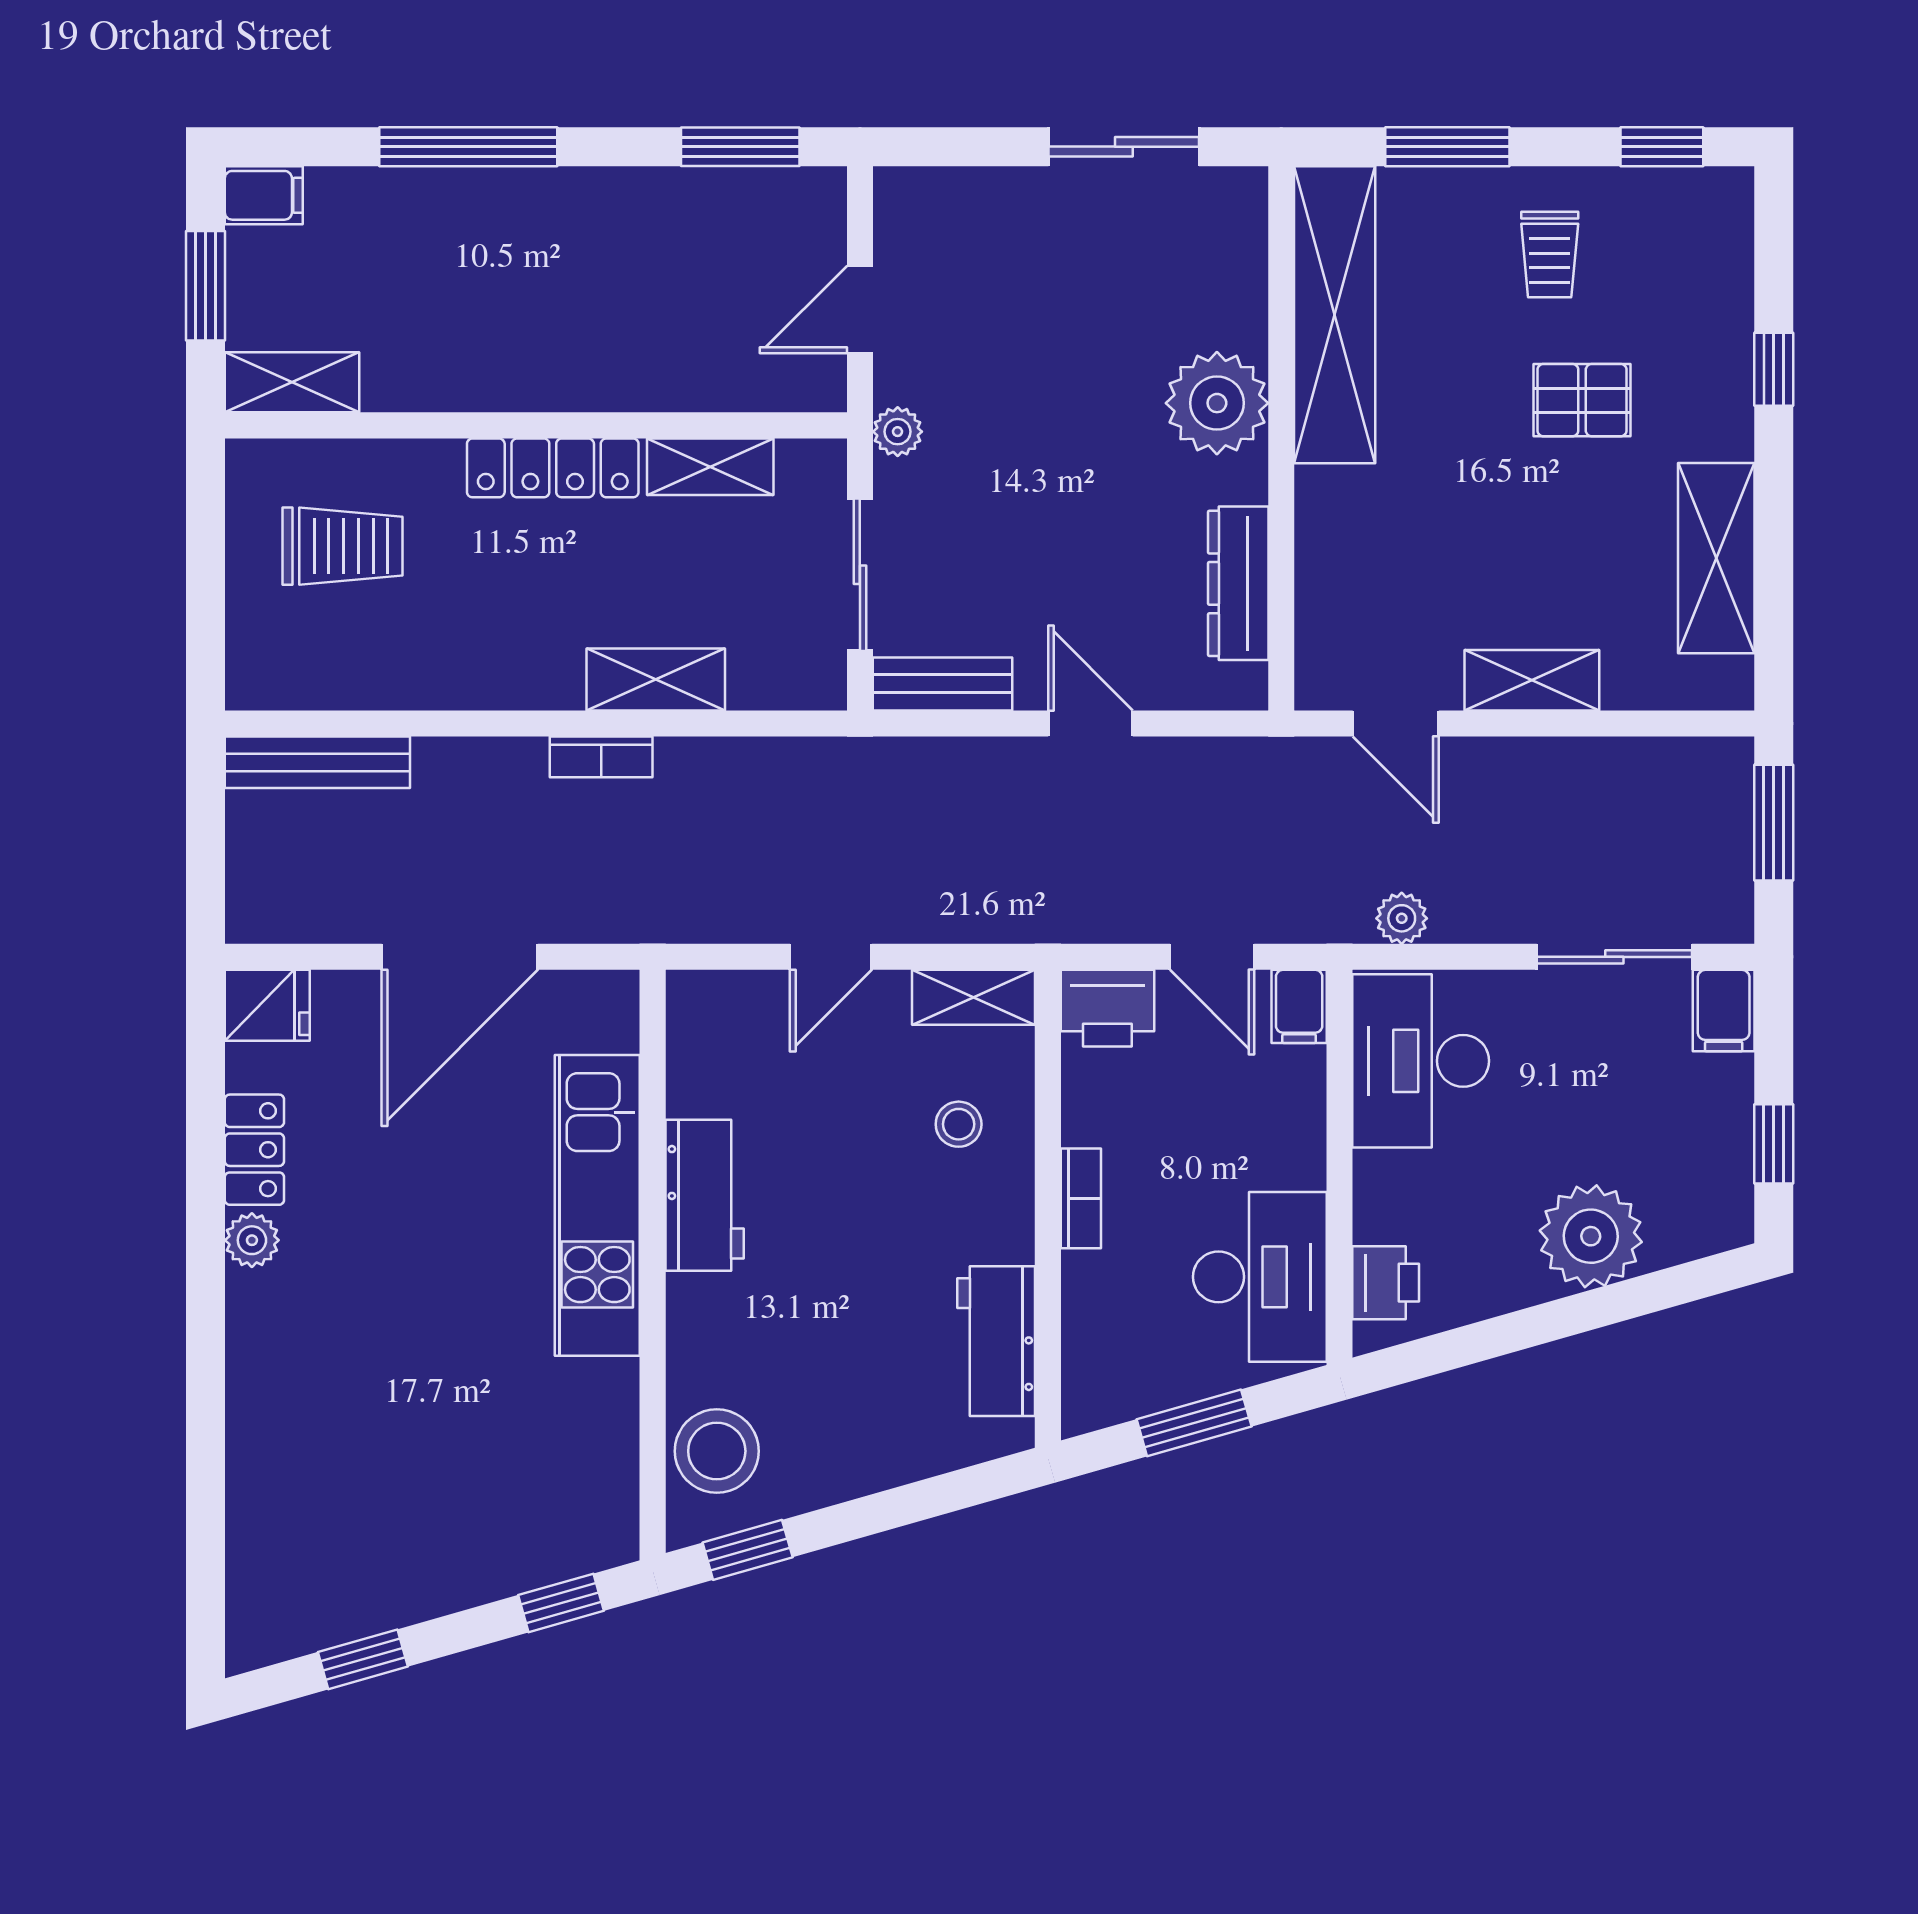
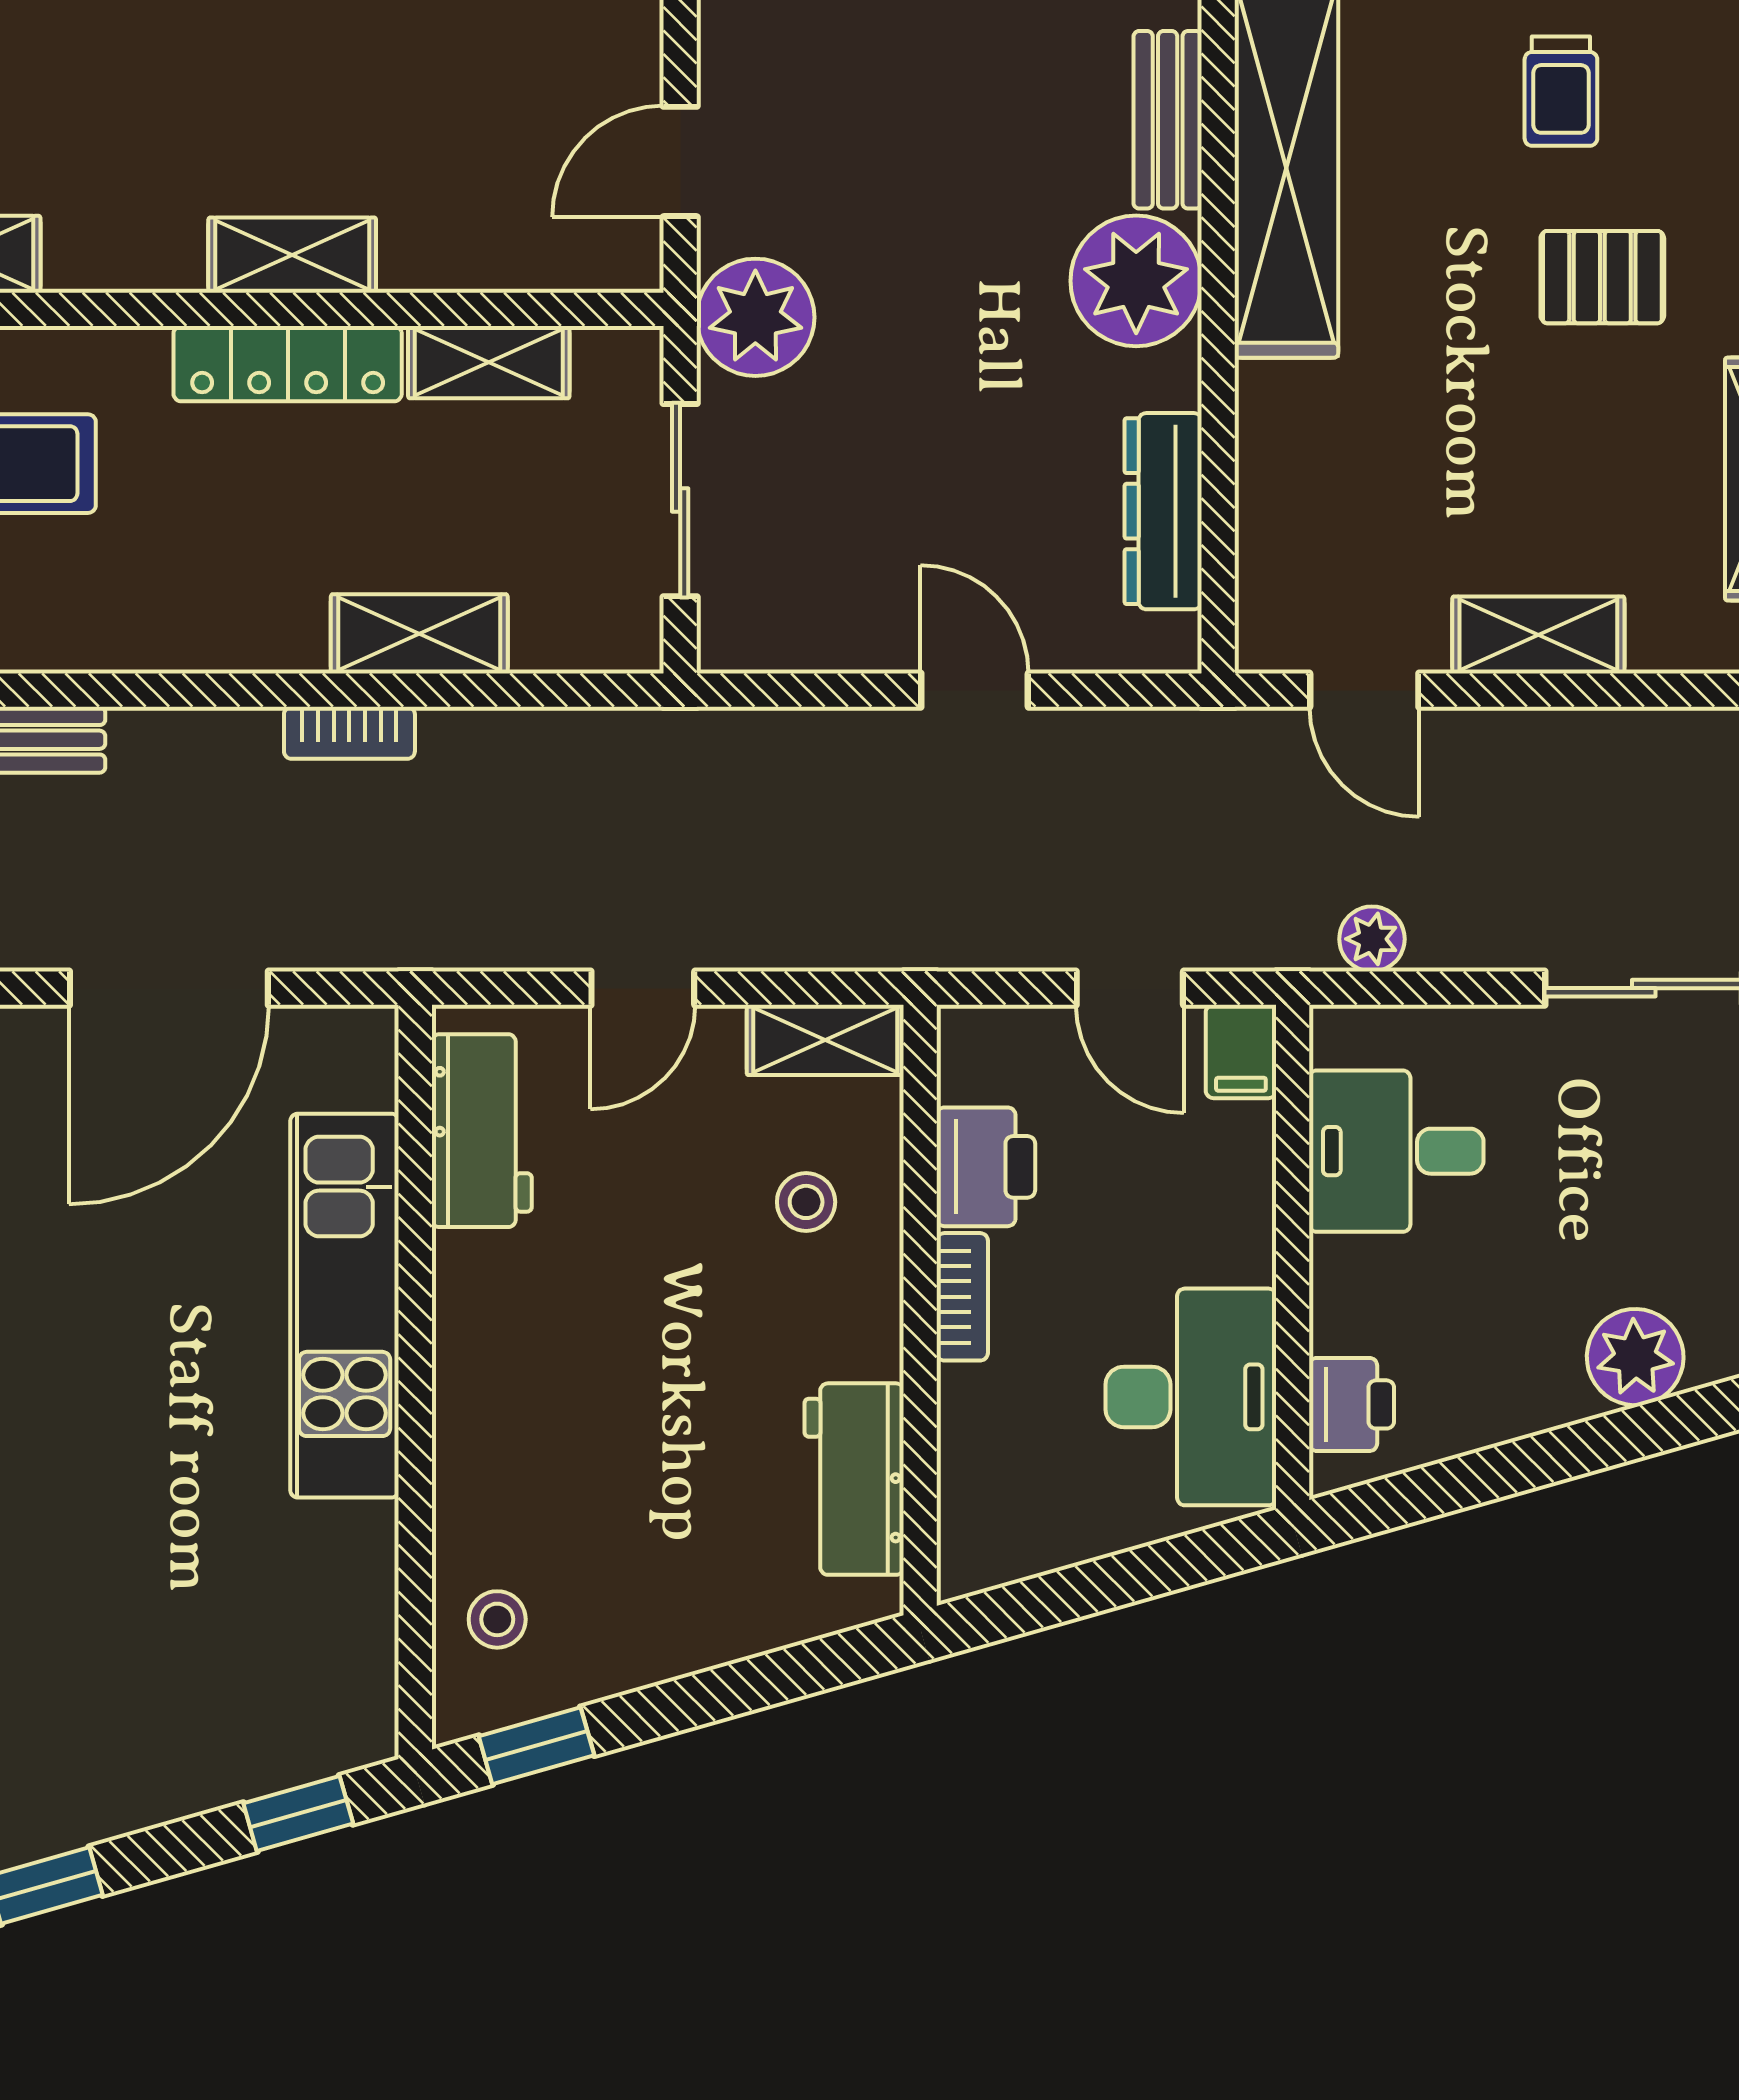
shelving: (556, 383) -> (292, 255), added
plant: (898, 432) -> (755, 317), width x1.88, depth x1.88
bench: (943, 684) -> (1168, 120), moved, turned 90
printer: (1107, 1008) -> (986, 1167), moved, turned -90
desk: (1421, 1061) -> (1396, 1151), width x0.73
workbench: (705, 1195) -> (482, 1131), moved
plant: (1591, 1236) -> (1635, 1357), width x0.73, depth x0.73
window: (1194, 1423) -> (1107, 1583), removed
stool: (717, 1451) -> (497, 1619), width x0.53, depth x0.53

